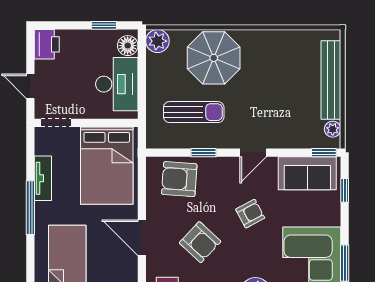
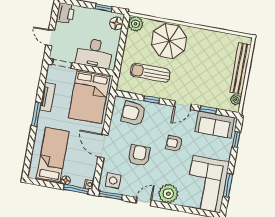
desk: (117, 84) -> (94, 53), moved, turned 90
sun lounger: (194, 112) -> (150, 73), turned 180
window: (324, 153) -> (208, 110), moved
window: (30, 208) -> (36, 114), width x0.69
armchair: (250, 214) -> (174, 143), turned -151
armchair: (200, 242) -> (139, 155), turned -133

